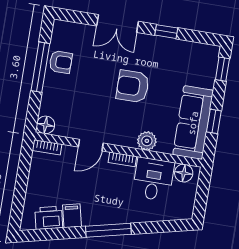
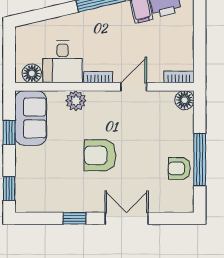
armchair: (133, 86) -> (100, 155), turned 180
sofa: (193, 123) -> (31, 118), width x0.73

